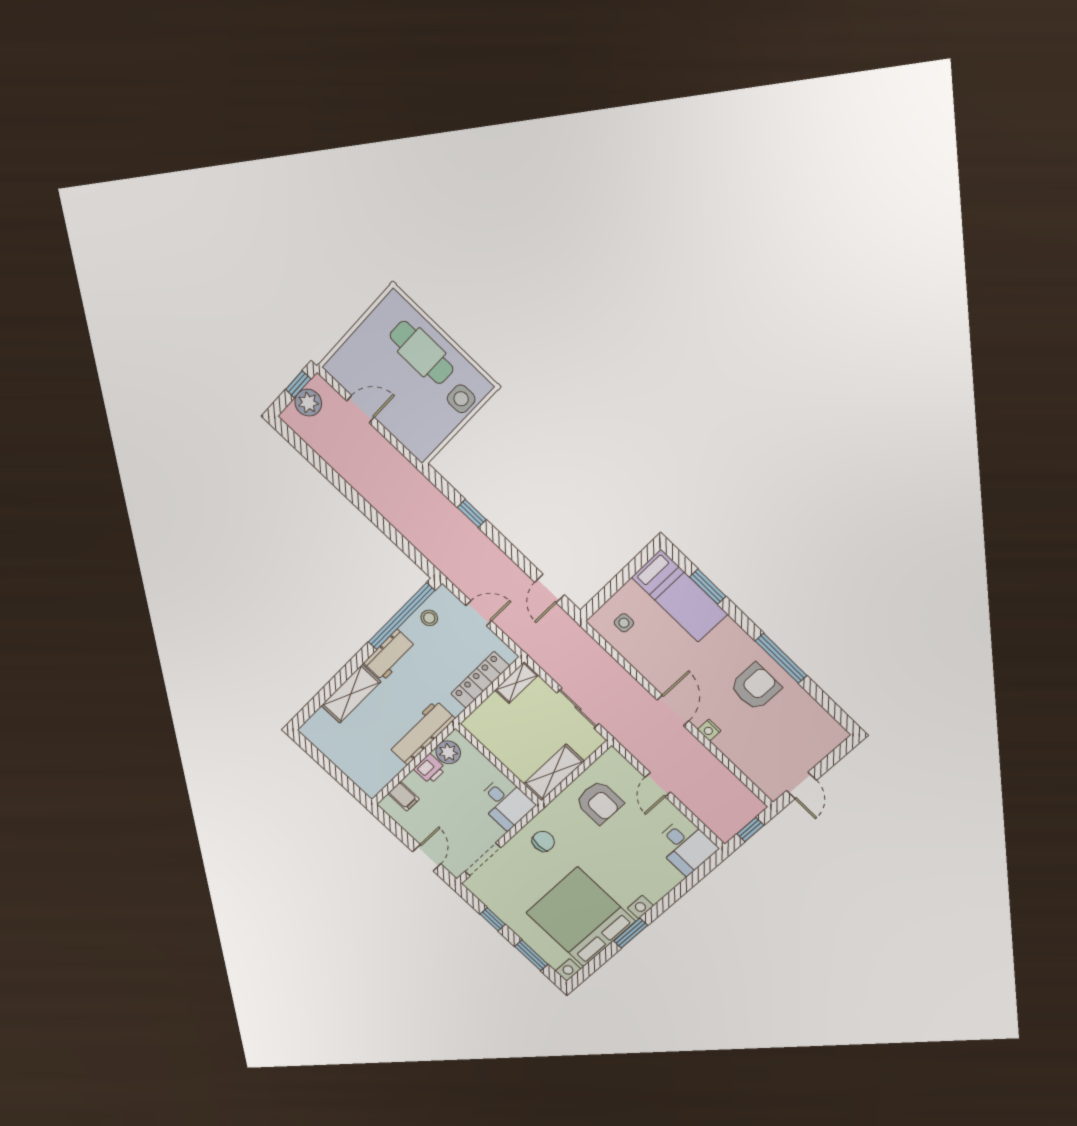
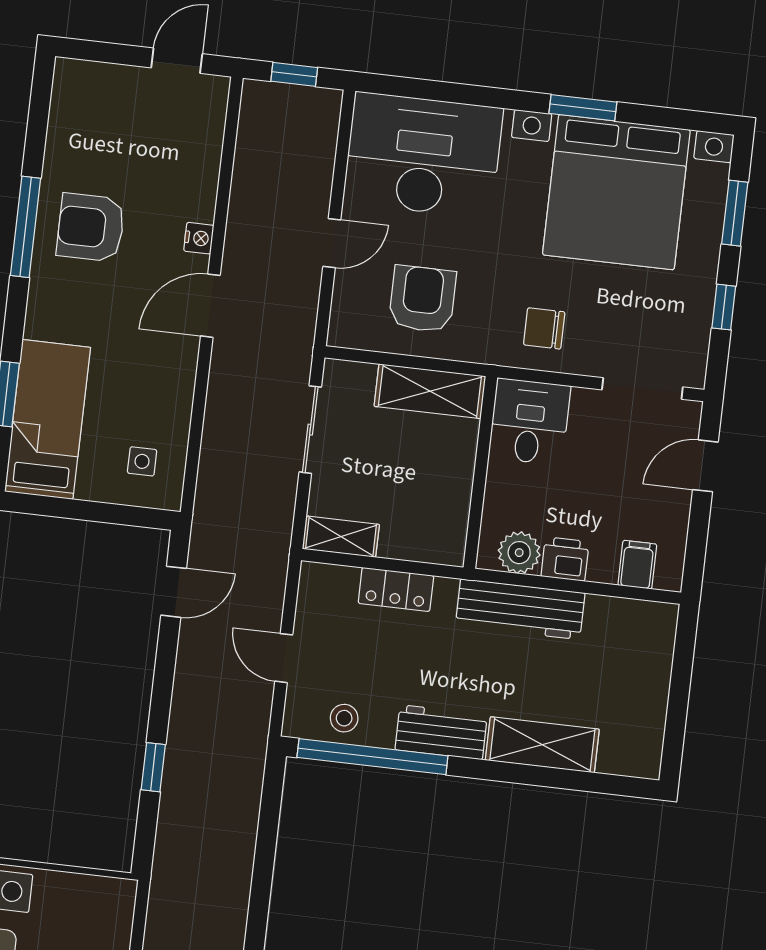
locker: (480, 680) -> (396, 589), width x0.66
desk: (685, 846) -> (423, 155), width x1.87, depth x1.30

